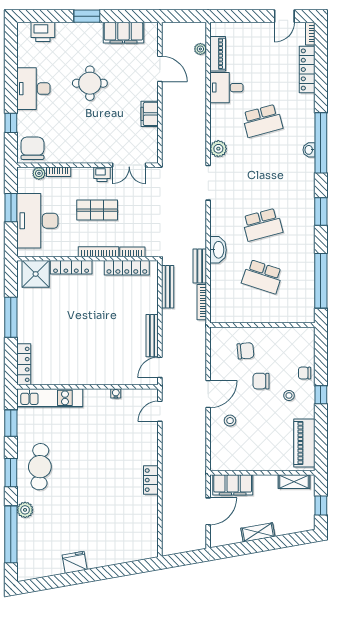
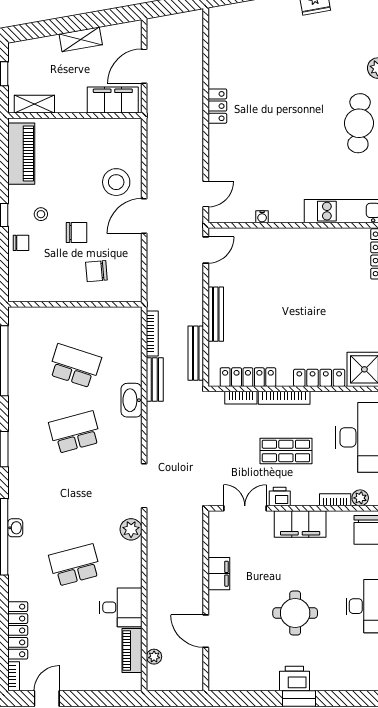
printer: (43, 32) -> (294, 678), moved
filing cabinet: (123, 33) -> (300, 524), moved, turned 180
bench: (152, 336) -> (216, 314), moved
stool: (230, 421) -> (116, 182), width x1.89, depth x1.89

